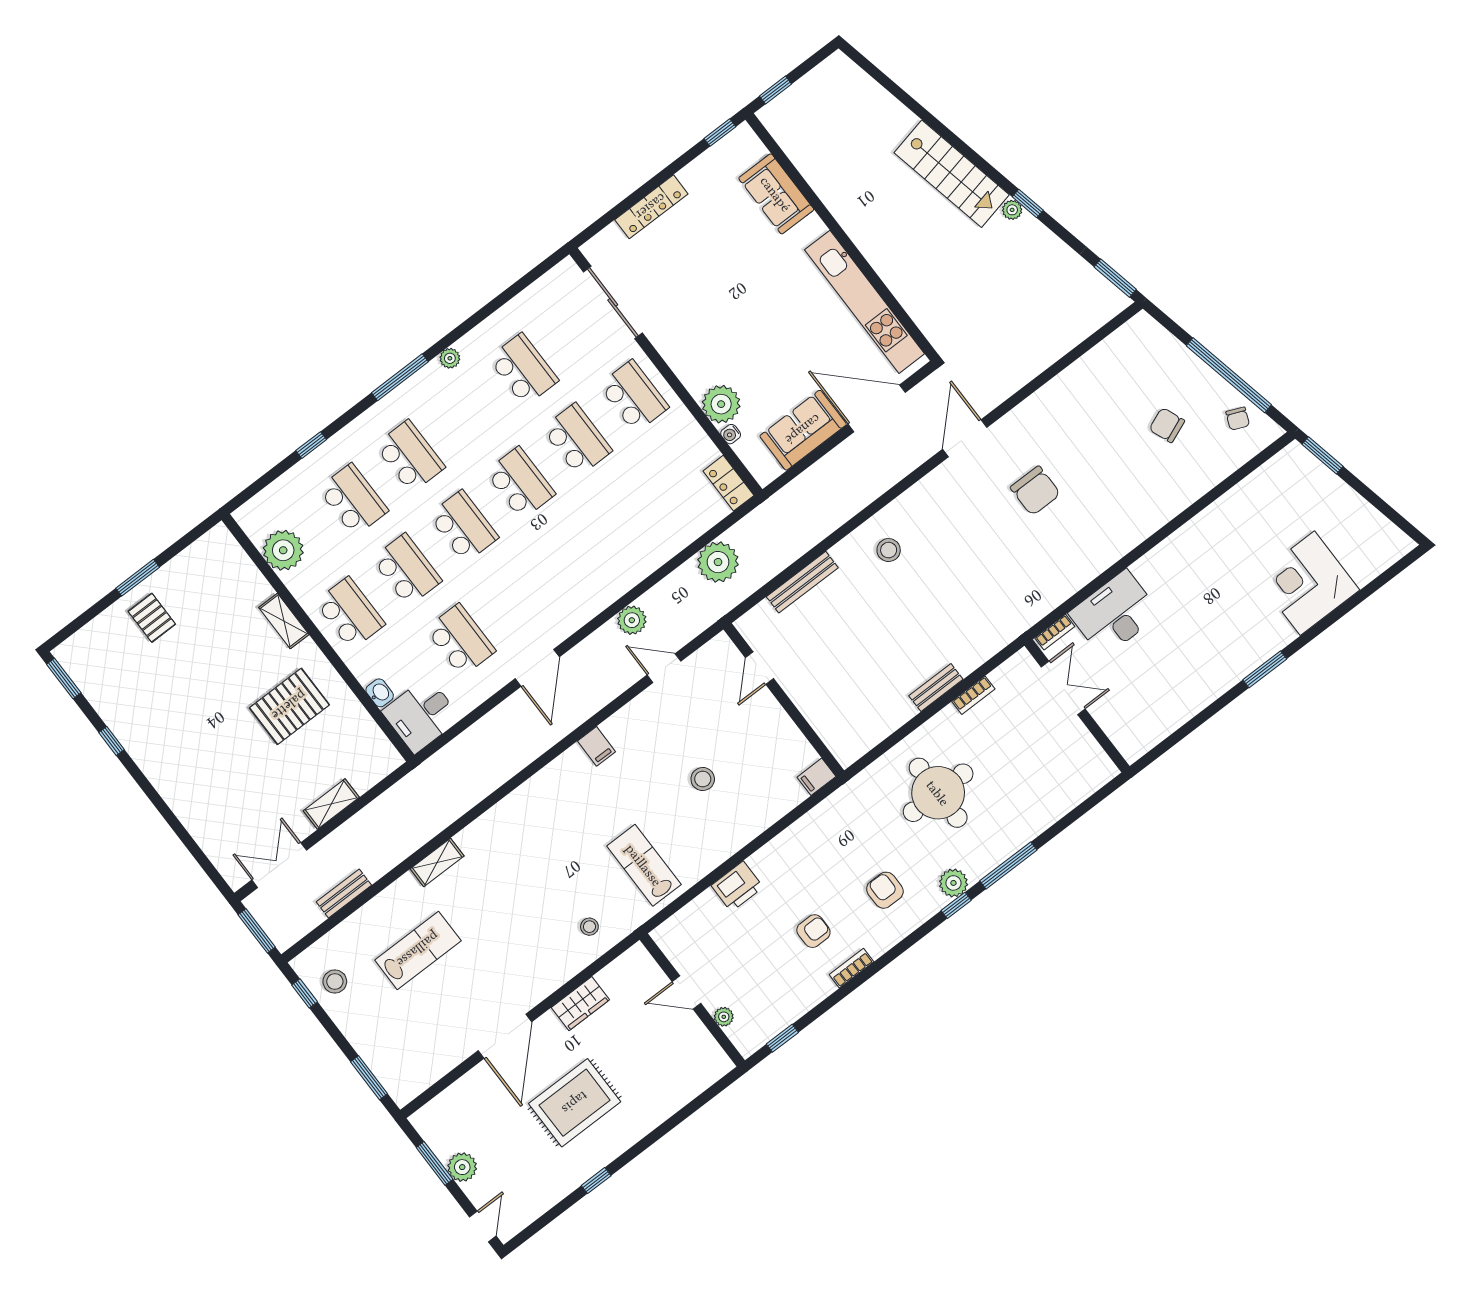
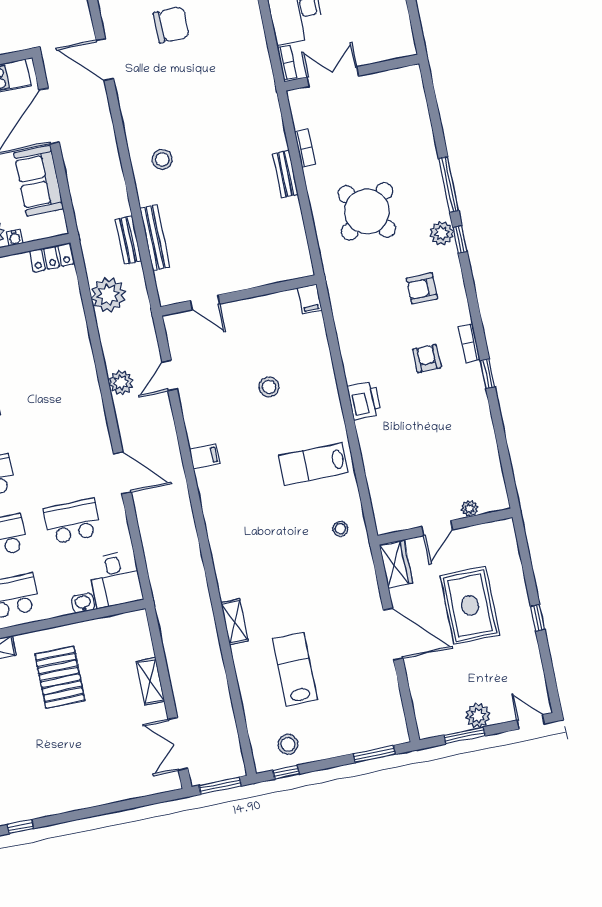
round table: (938, 793) -> (367, 211), turned -38
bench: (344, 893) -> (128, 240), moved
door: (687, 993) -> (437, 528), moved
wall: (692, 1000) -> (445, 527), moved
plant: (724, 1017) -> (469, 509), moved
window: (782, 1038) -> (488, 374), moved

